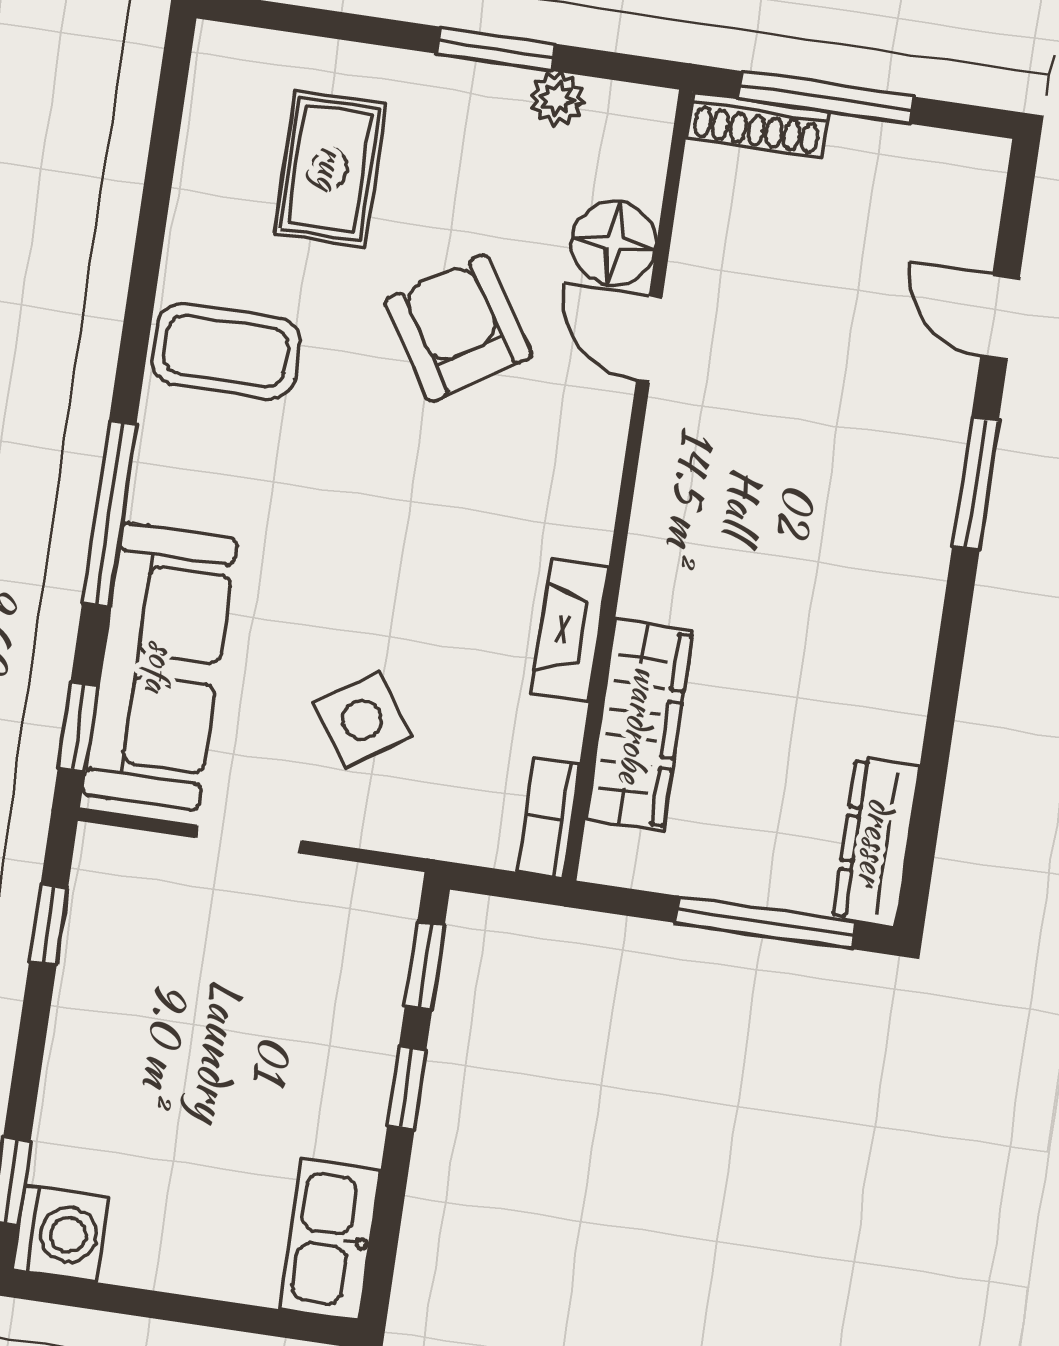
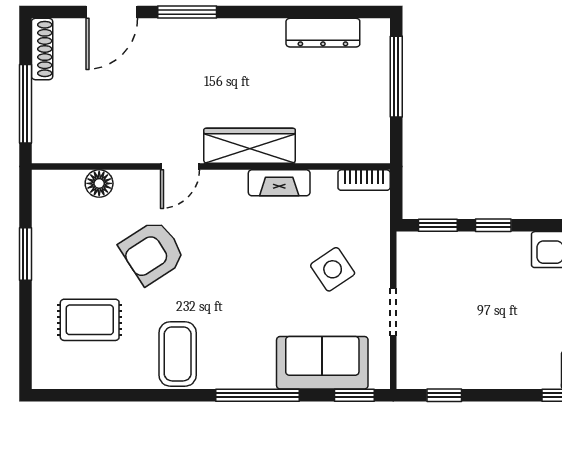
plant: (557, 99) -> (44, 223), removed
shoe rack: (757, 125) -> (42, 49), moved
floor lamp: (614, 243) -> (99, 183), width x0.73, depth x0.73
door: (1000, 317) -> (112, 12), width x1.38
door: (649, 339) -> (180, 167), moved
sofa: (160, 667) -> (322, 363), width x0.73
wardrobe: (639, 725) -> (250, 146), moved
dresser: (876, 842) -> (323, 33), moved

